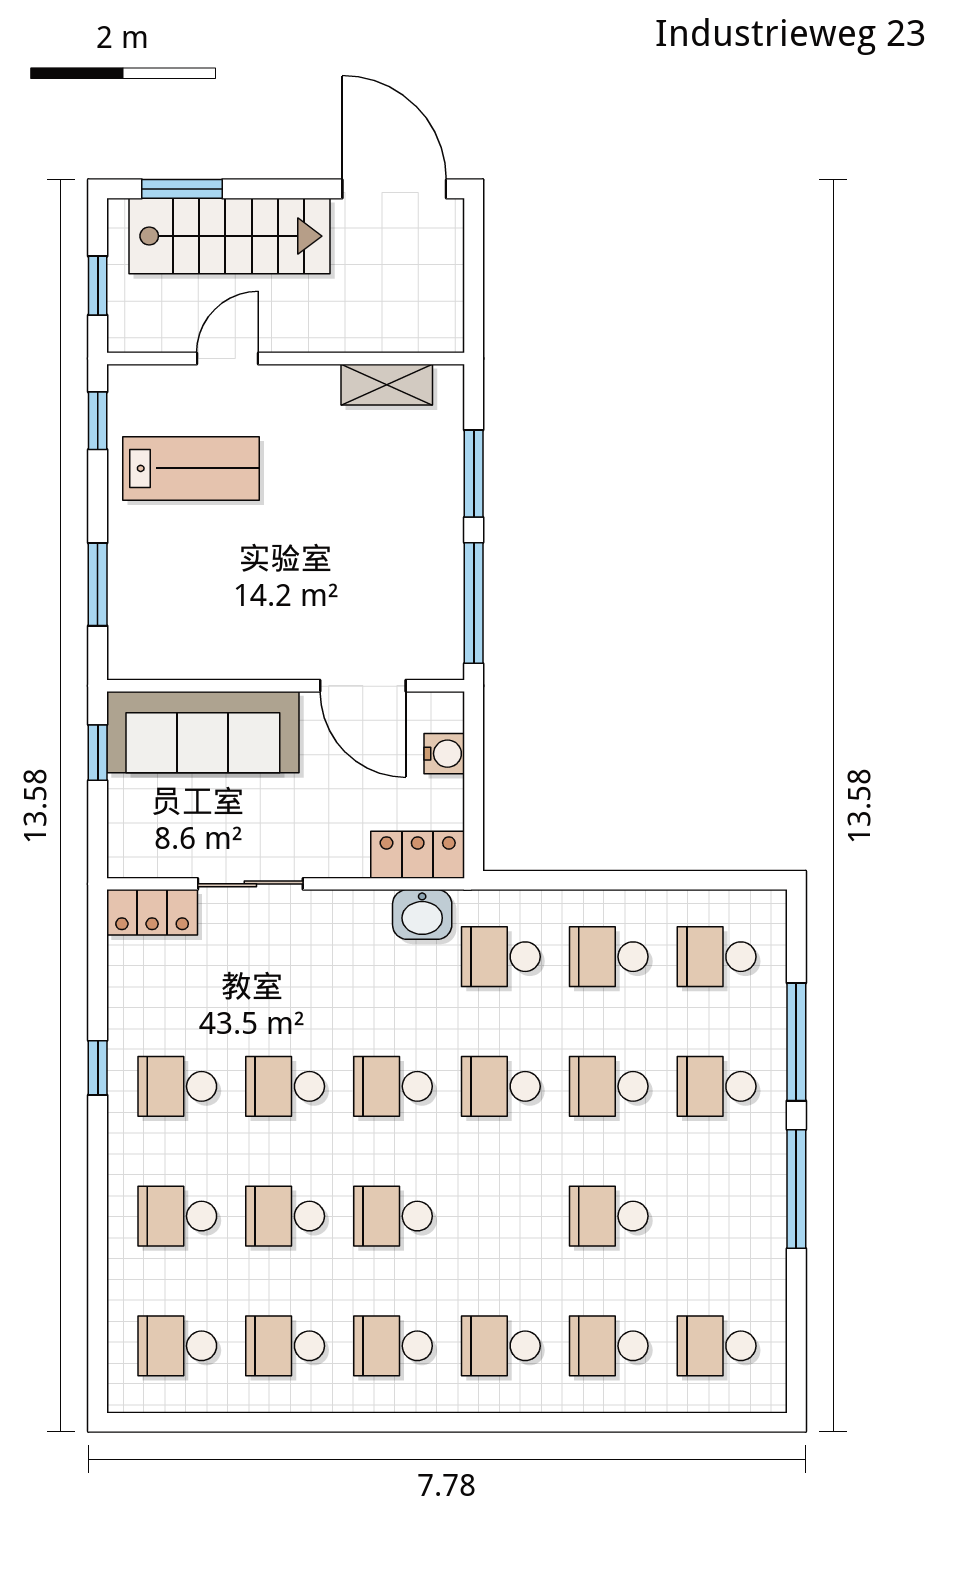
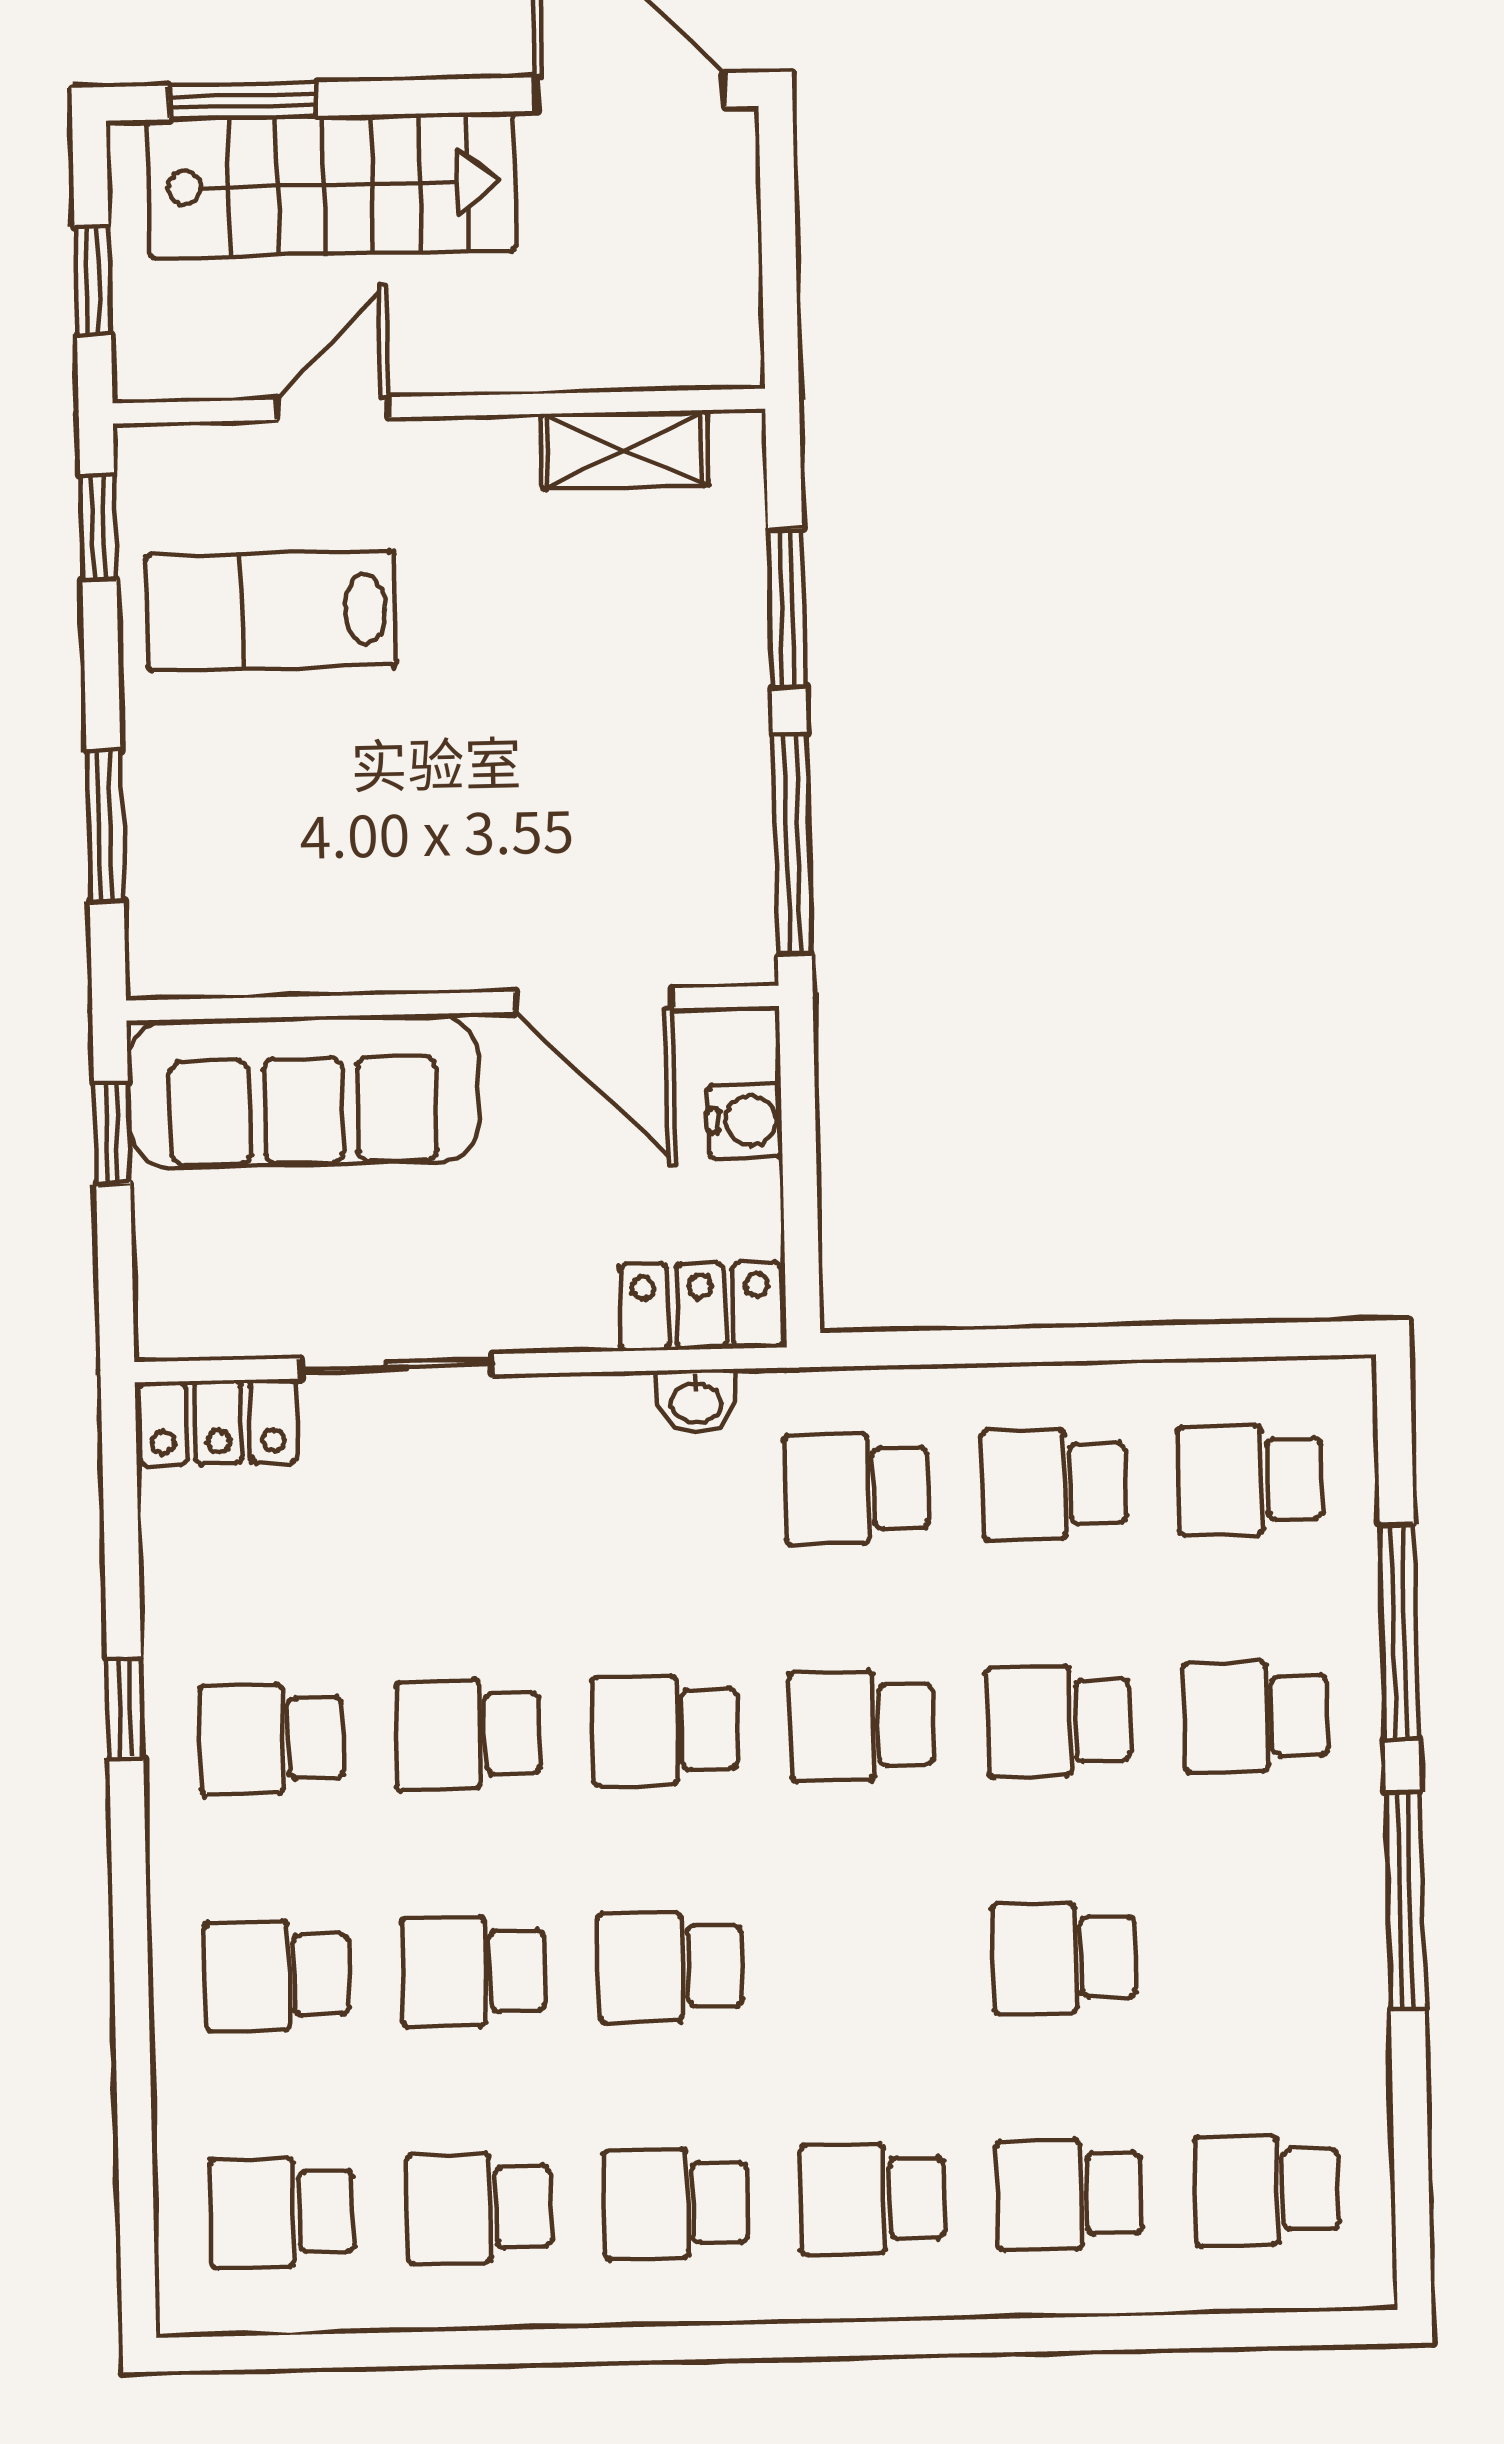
lab bench: (191, 468) -> (271, 610), turned 180
washbasin: (422, 914) -> (696, 1401), width x0.72, depth x0.69

